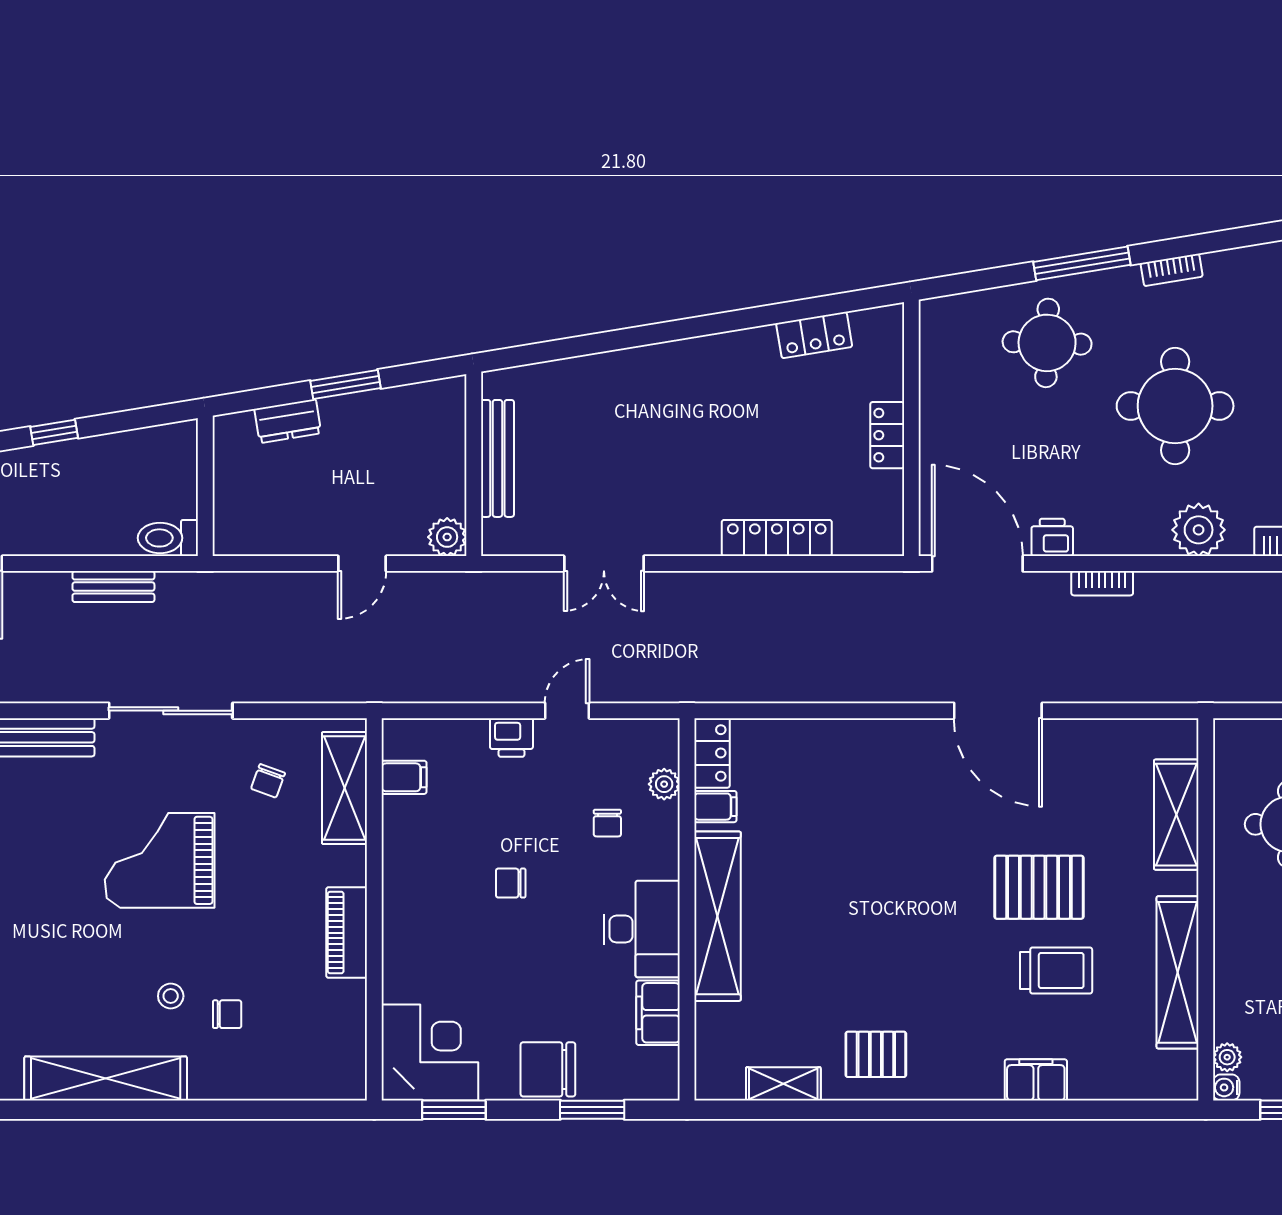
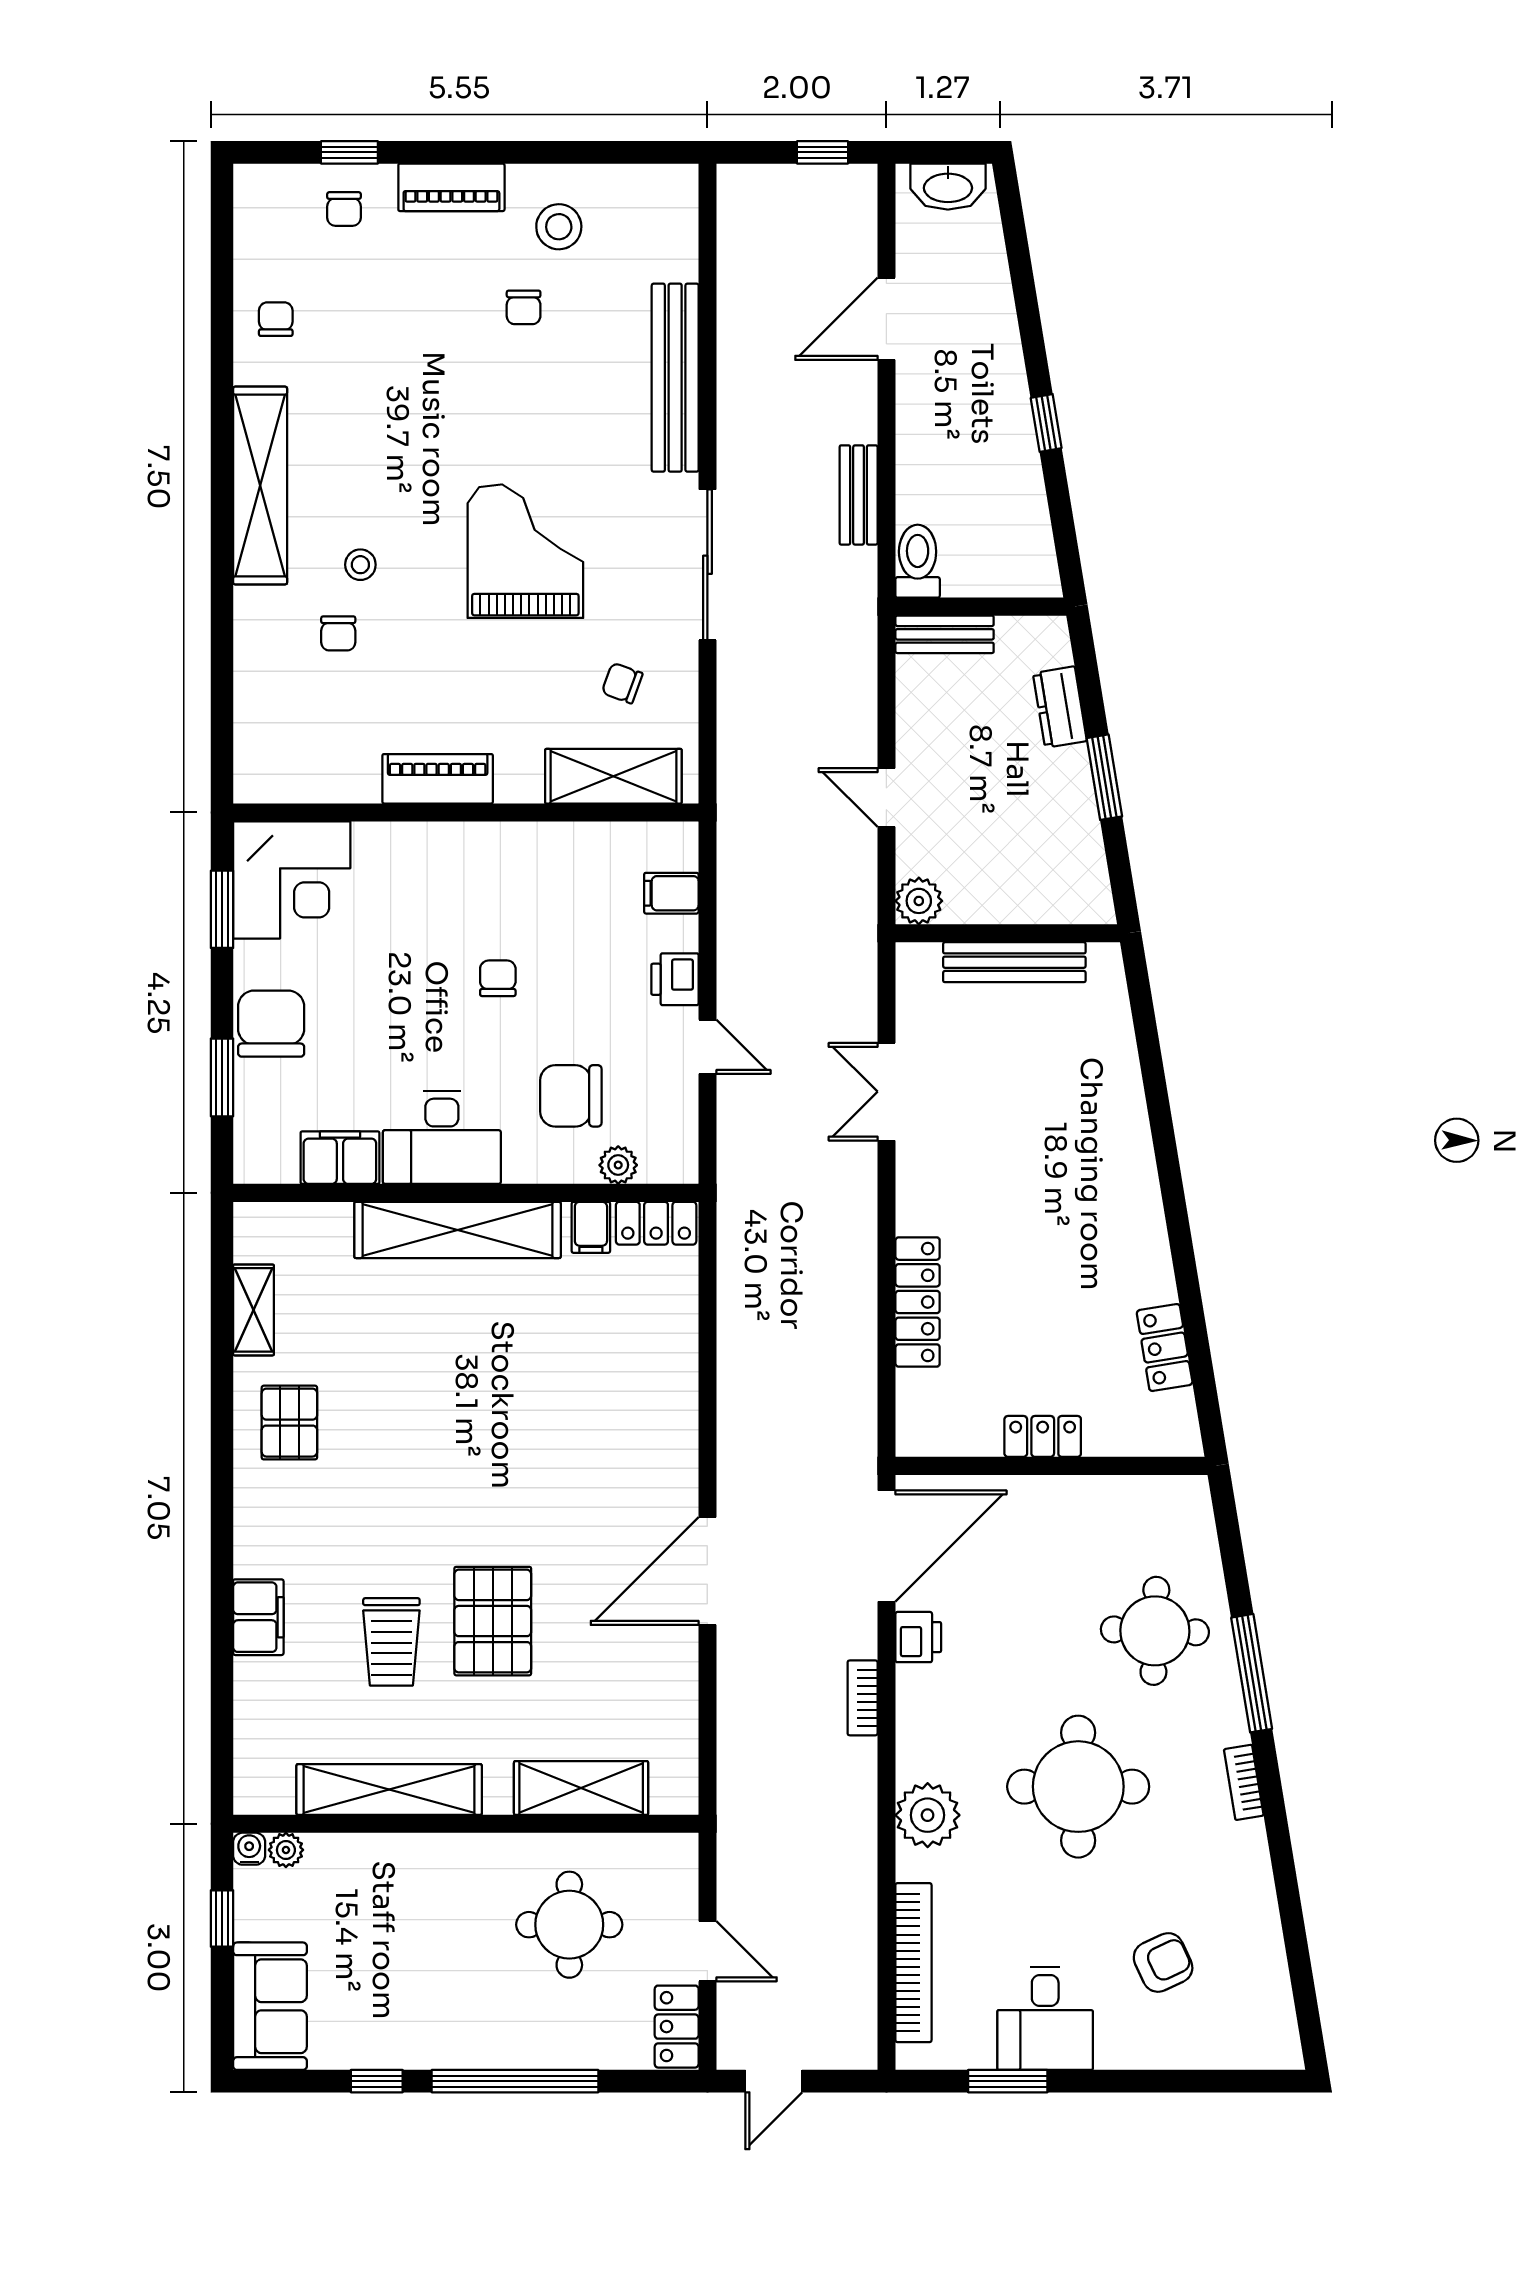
bench: (228, 516) -> (945, 634), added
filing cabinet: (404, 777) -> (671, 893), moved, turned 90
chair: (607, 823) -> (571, 1096), width x1.87, depth x1.87

